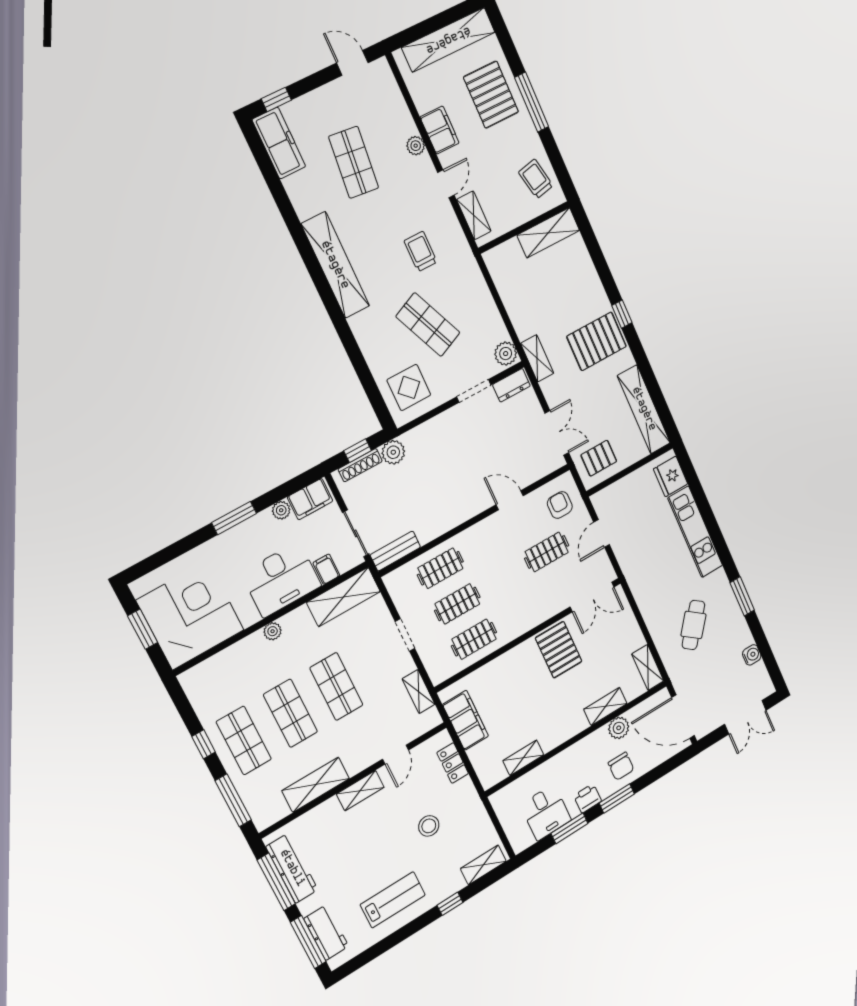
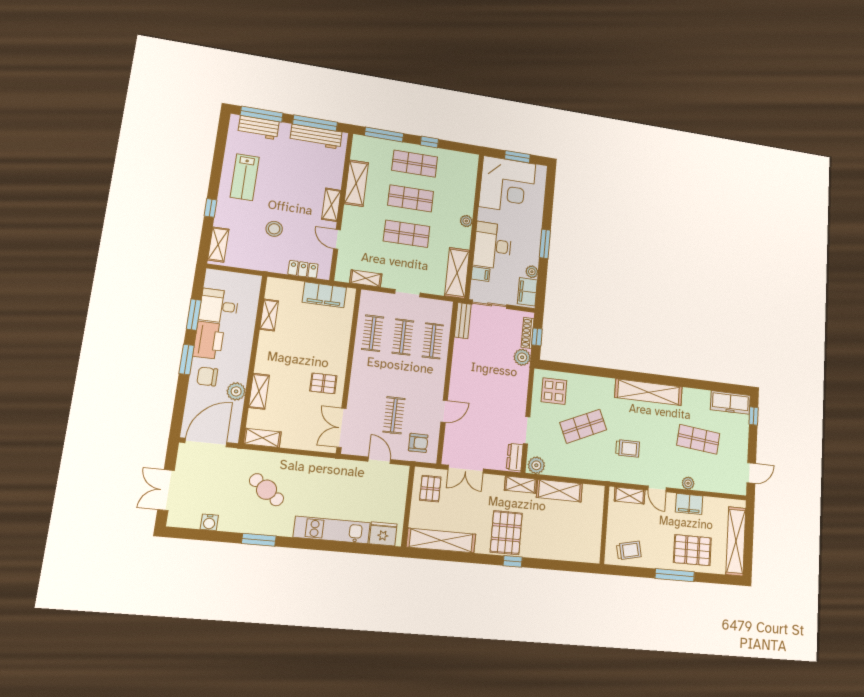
shelving: (548, 233) -> (559, 491), moved, turned 90
pallet: (559, 650) -> (323, 383), width x0.67, depth x0.71
printer: (588, 798) -> (209, 340), width x1.87, depth x1.48

